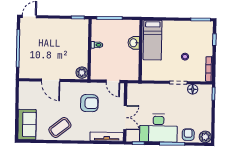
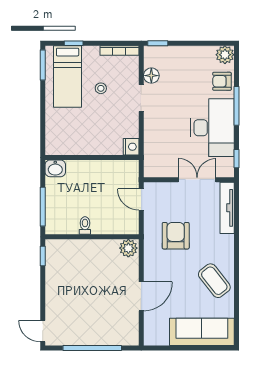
bed: (153, 40) -> (68, 76), moved, turned 90
washbasin: (134, 43) -> (55, 168), moved
nightstand: (147, 75) -> (131, 147), added
door: (113, 81) -> (141, 200), swing flipped
sofa: (27, 124) -> (202, 332), width x1.36

